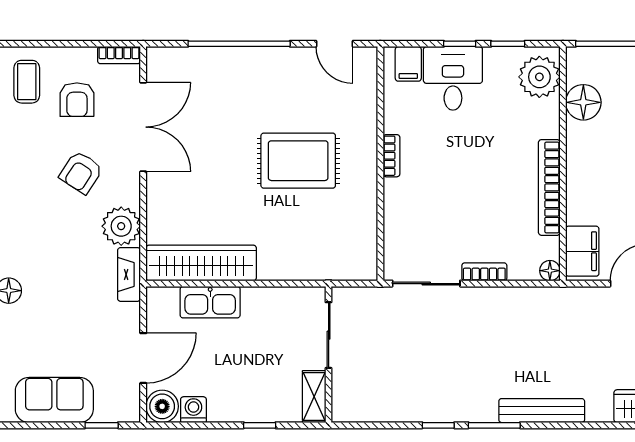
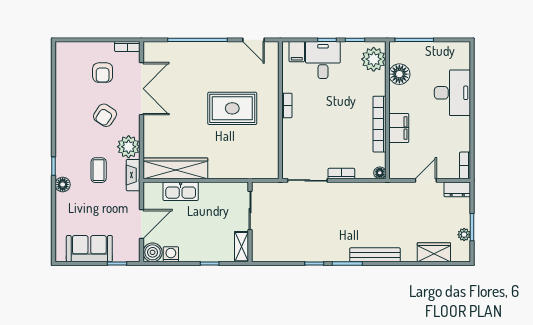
coffee table: (27, 82) -> (99, 170), moved
filing cabinet: (582, 251) -> (399, 128), moved

